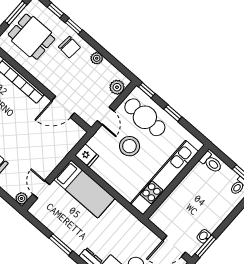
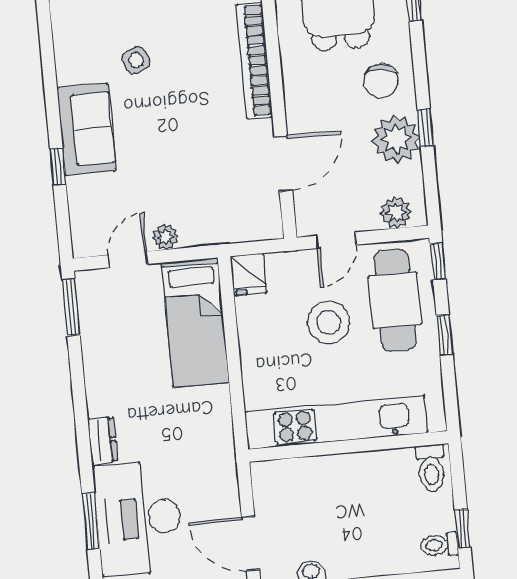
window: (74, 26) -> (425, 128), moved
plant: (97, 58) -> (396, 139), width x1.88, depth x1.88
door: (63, 107) -> (283, 164), swing flipped
plant: (22, 198) -> (165, 237), moved
window: (61, 245) -> (71, 307), moved

